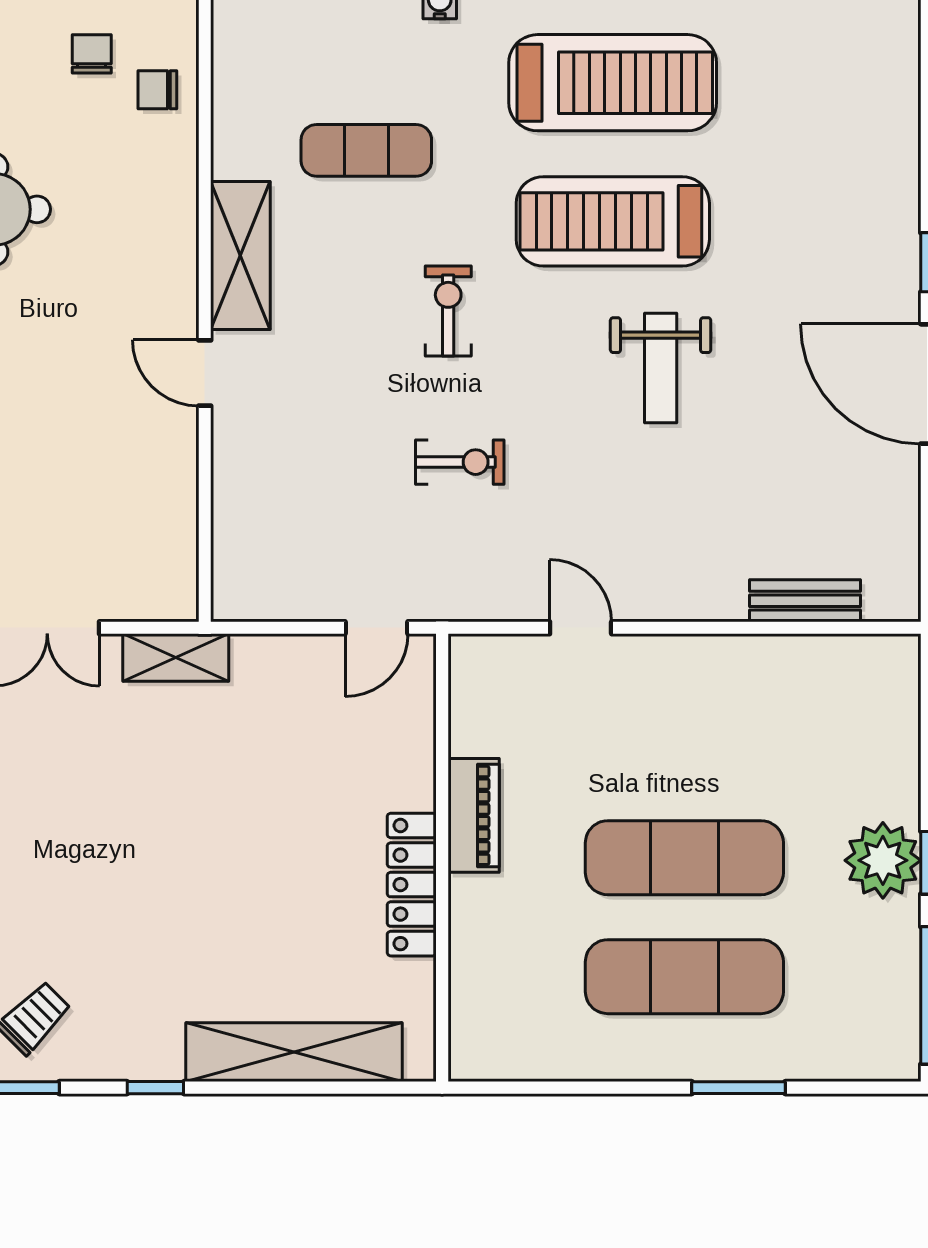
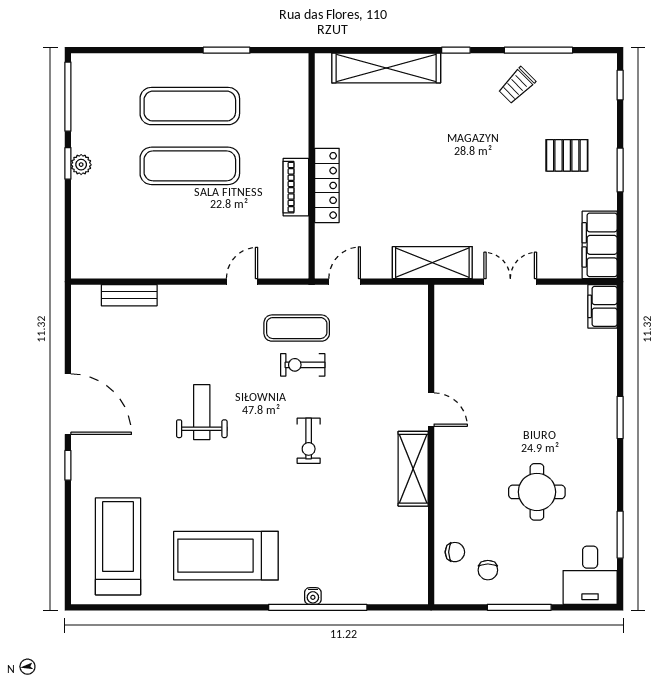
exercise mat: (366, 150) -> (297, 328), moved
treadmill: (613, 221) -> (118, 546), moved, turned -90
door: (581, 628) -> (242, 282), swing flipped
shelving: (176, 657) -> (432, 263), width x1.50, depth x1.33
plant: (883, 860) -> (81, 165), width x0.53, depth x0.53
locker: (412, 885) -> (327, 185), moved
window: (739, 1088) -> (227, 50), moved

